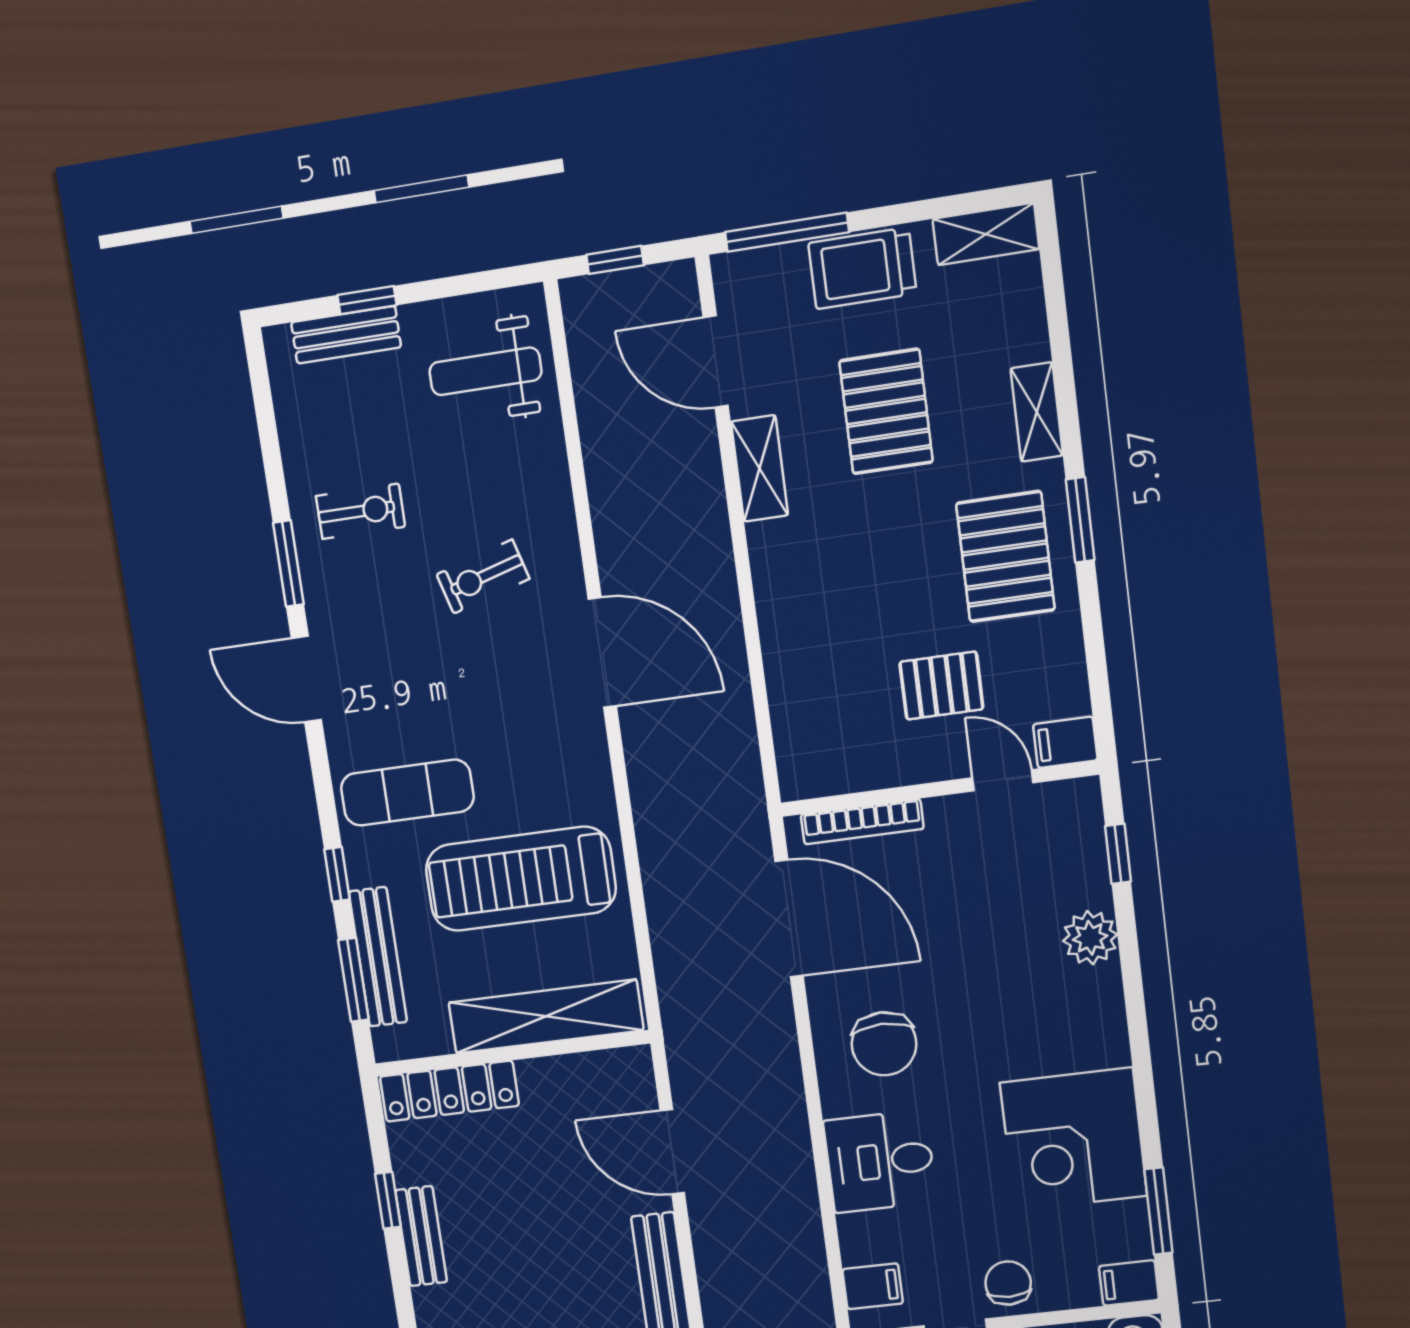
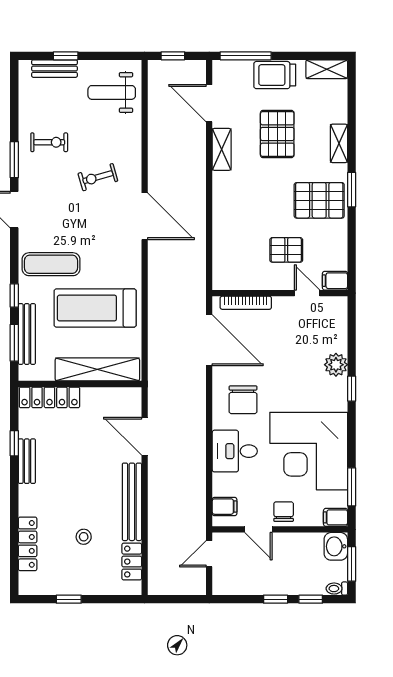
pallet: (1005, 557) -> (319, 200), turned 90
window: (1118, 854) -> (352, 389), moved
corner desk: (1073, 1139) -> (309, 451), width x1.36, depth x1.36

